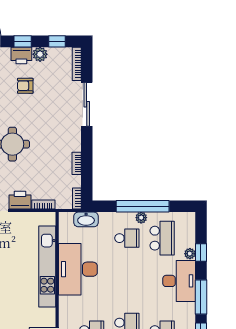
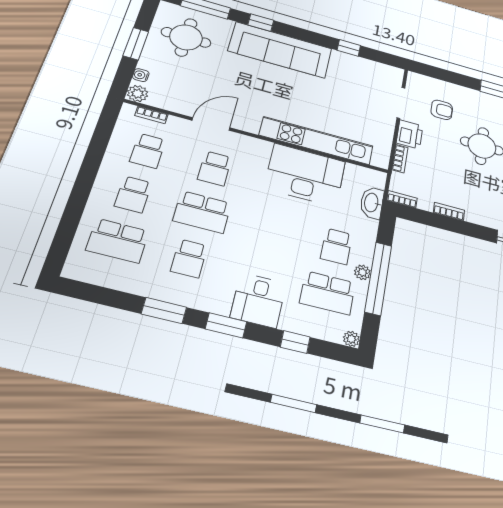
plant: (190, 254) -> (351, 339), moved
desk: (179, 281) -> (258, 300), width x0.73
window: (201, 297) -> (226, 325), width x0.69

